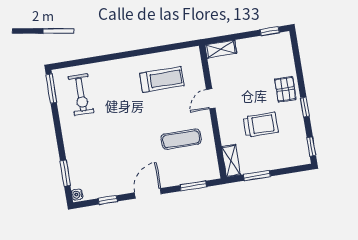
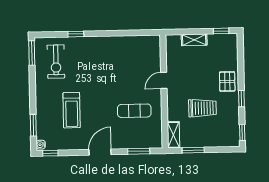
shelving: (221, 49) -> (194, 40), moved
window: (100, 59) -> (76, 34), added
treadmill: (162, 79) -> (72, 110), moved, turned 90
window: (108, 200) -> (50, 153), moved

